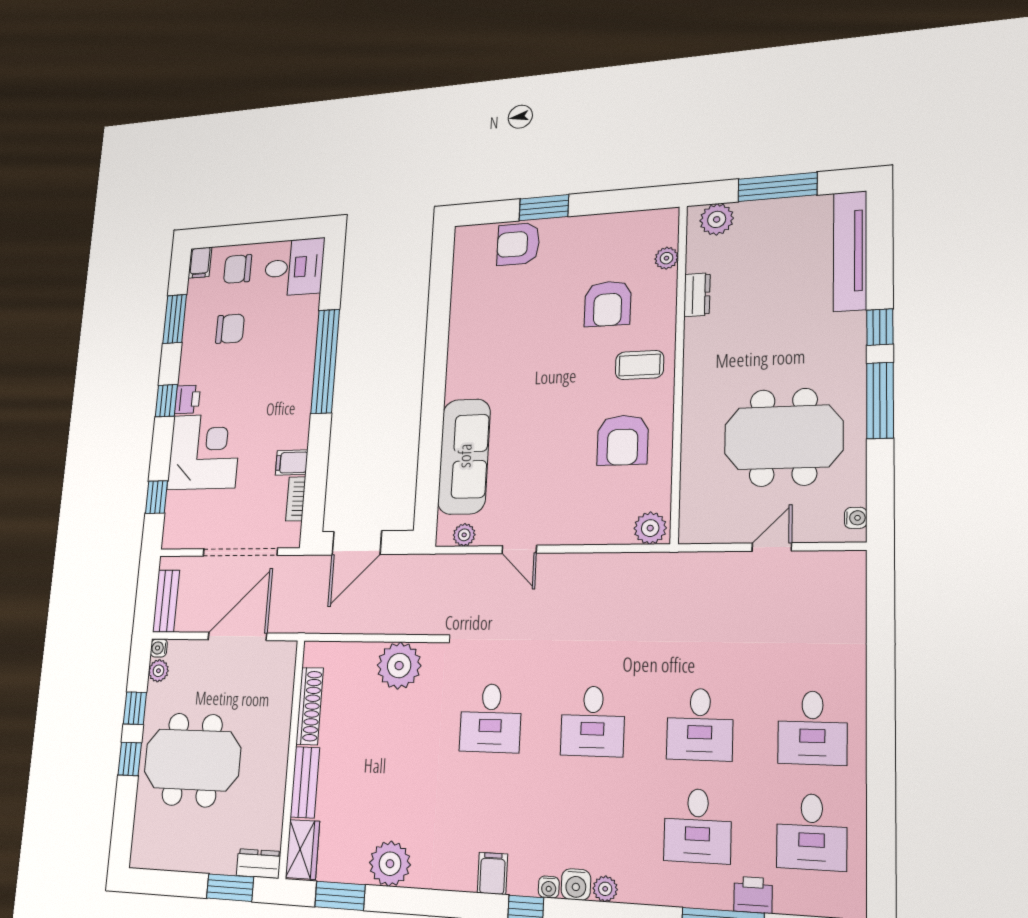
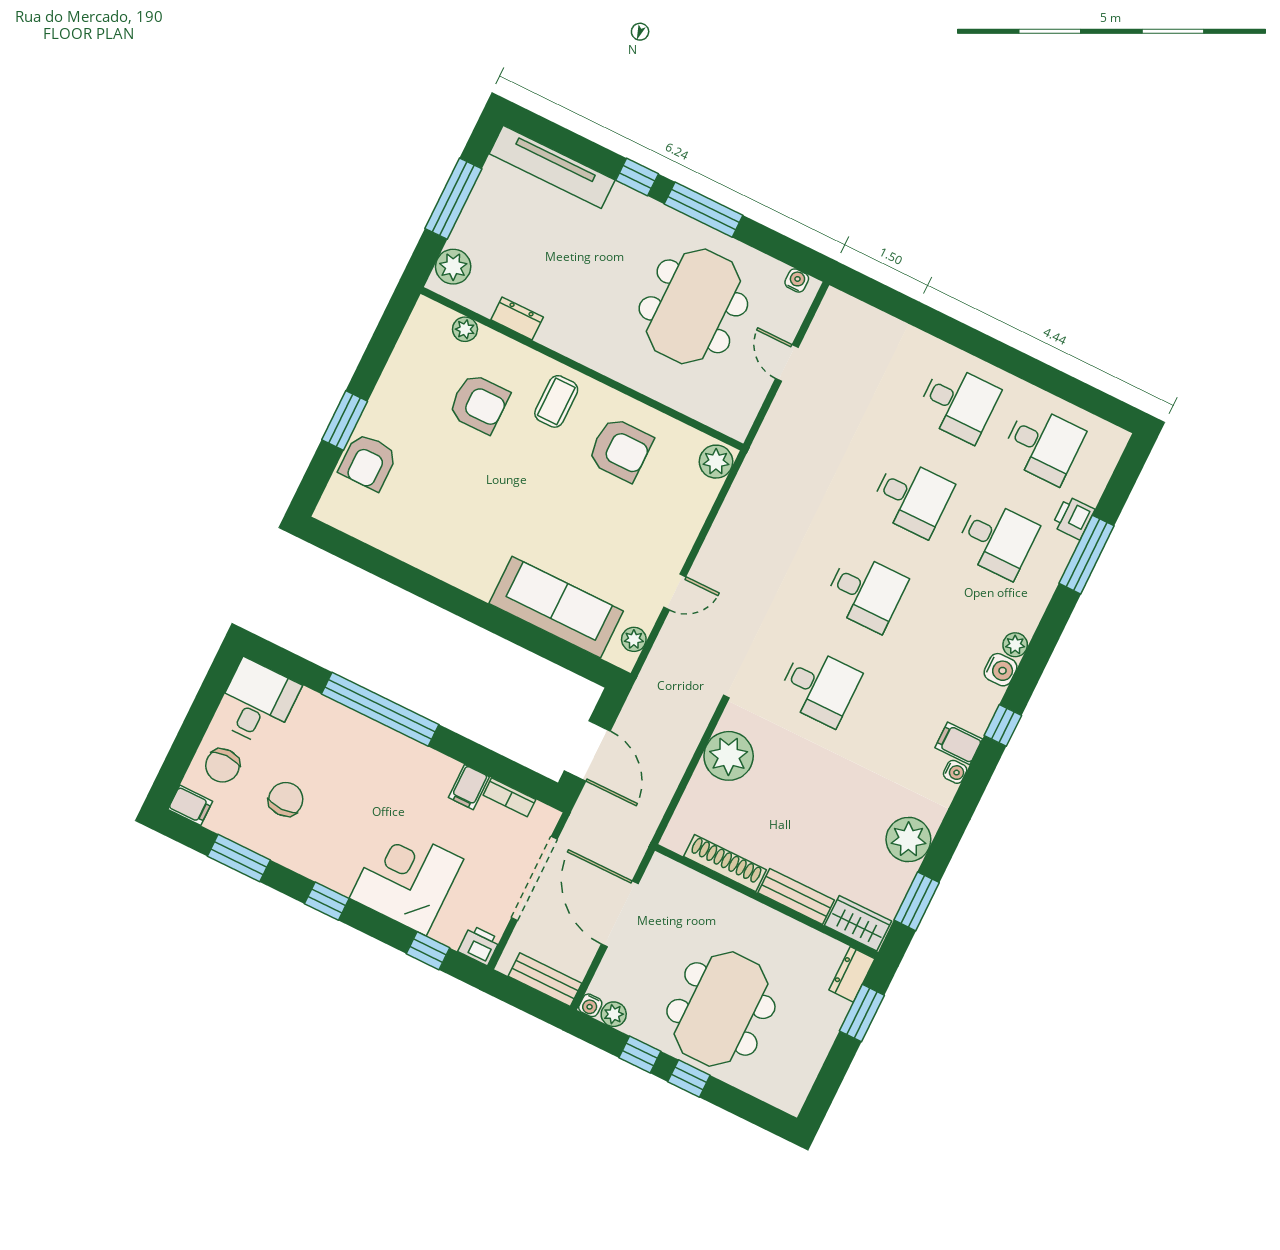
printer: (187, 399) -> (479, 945), moved
water cooler: (549, 887) -> (955, 772), moved

